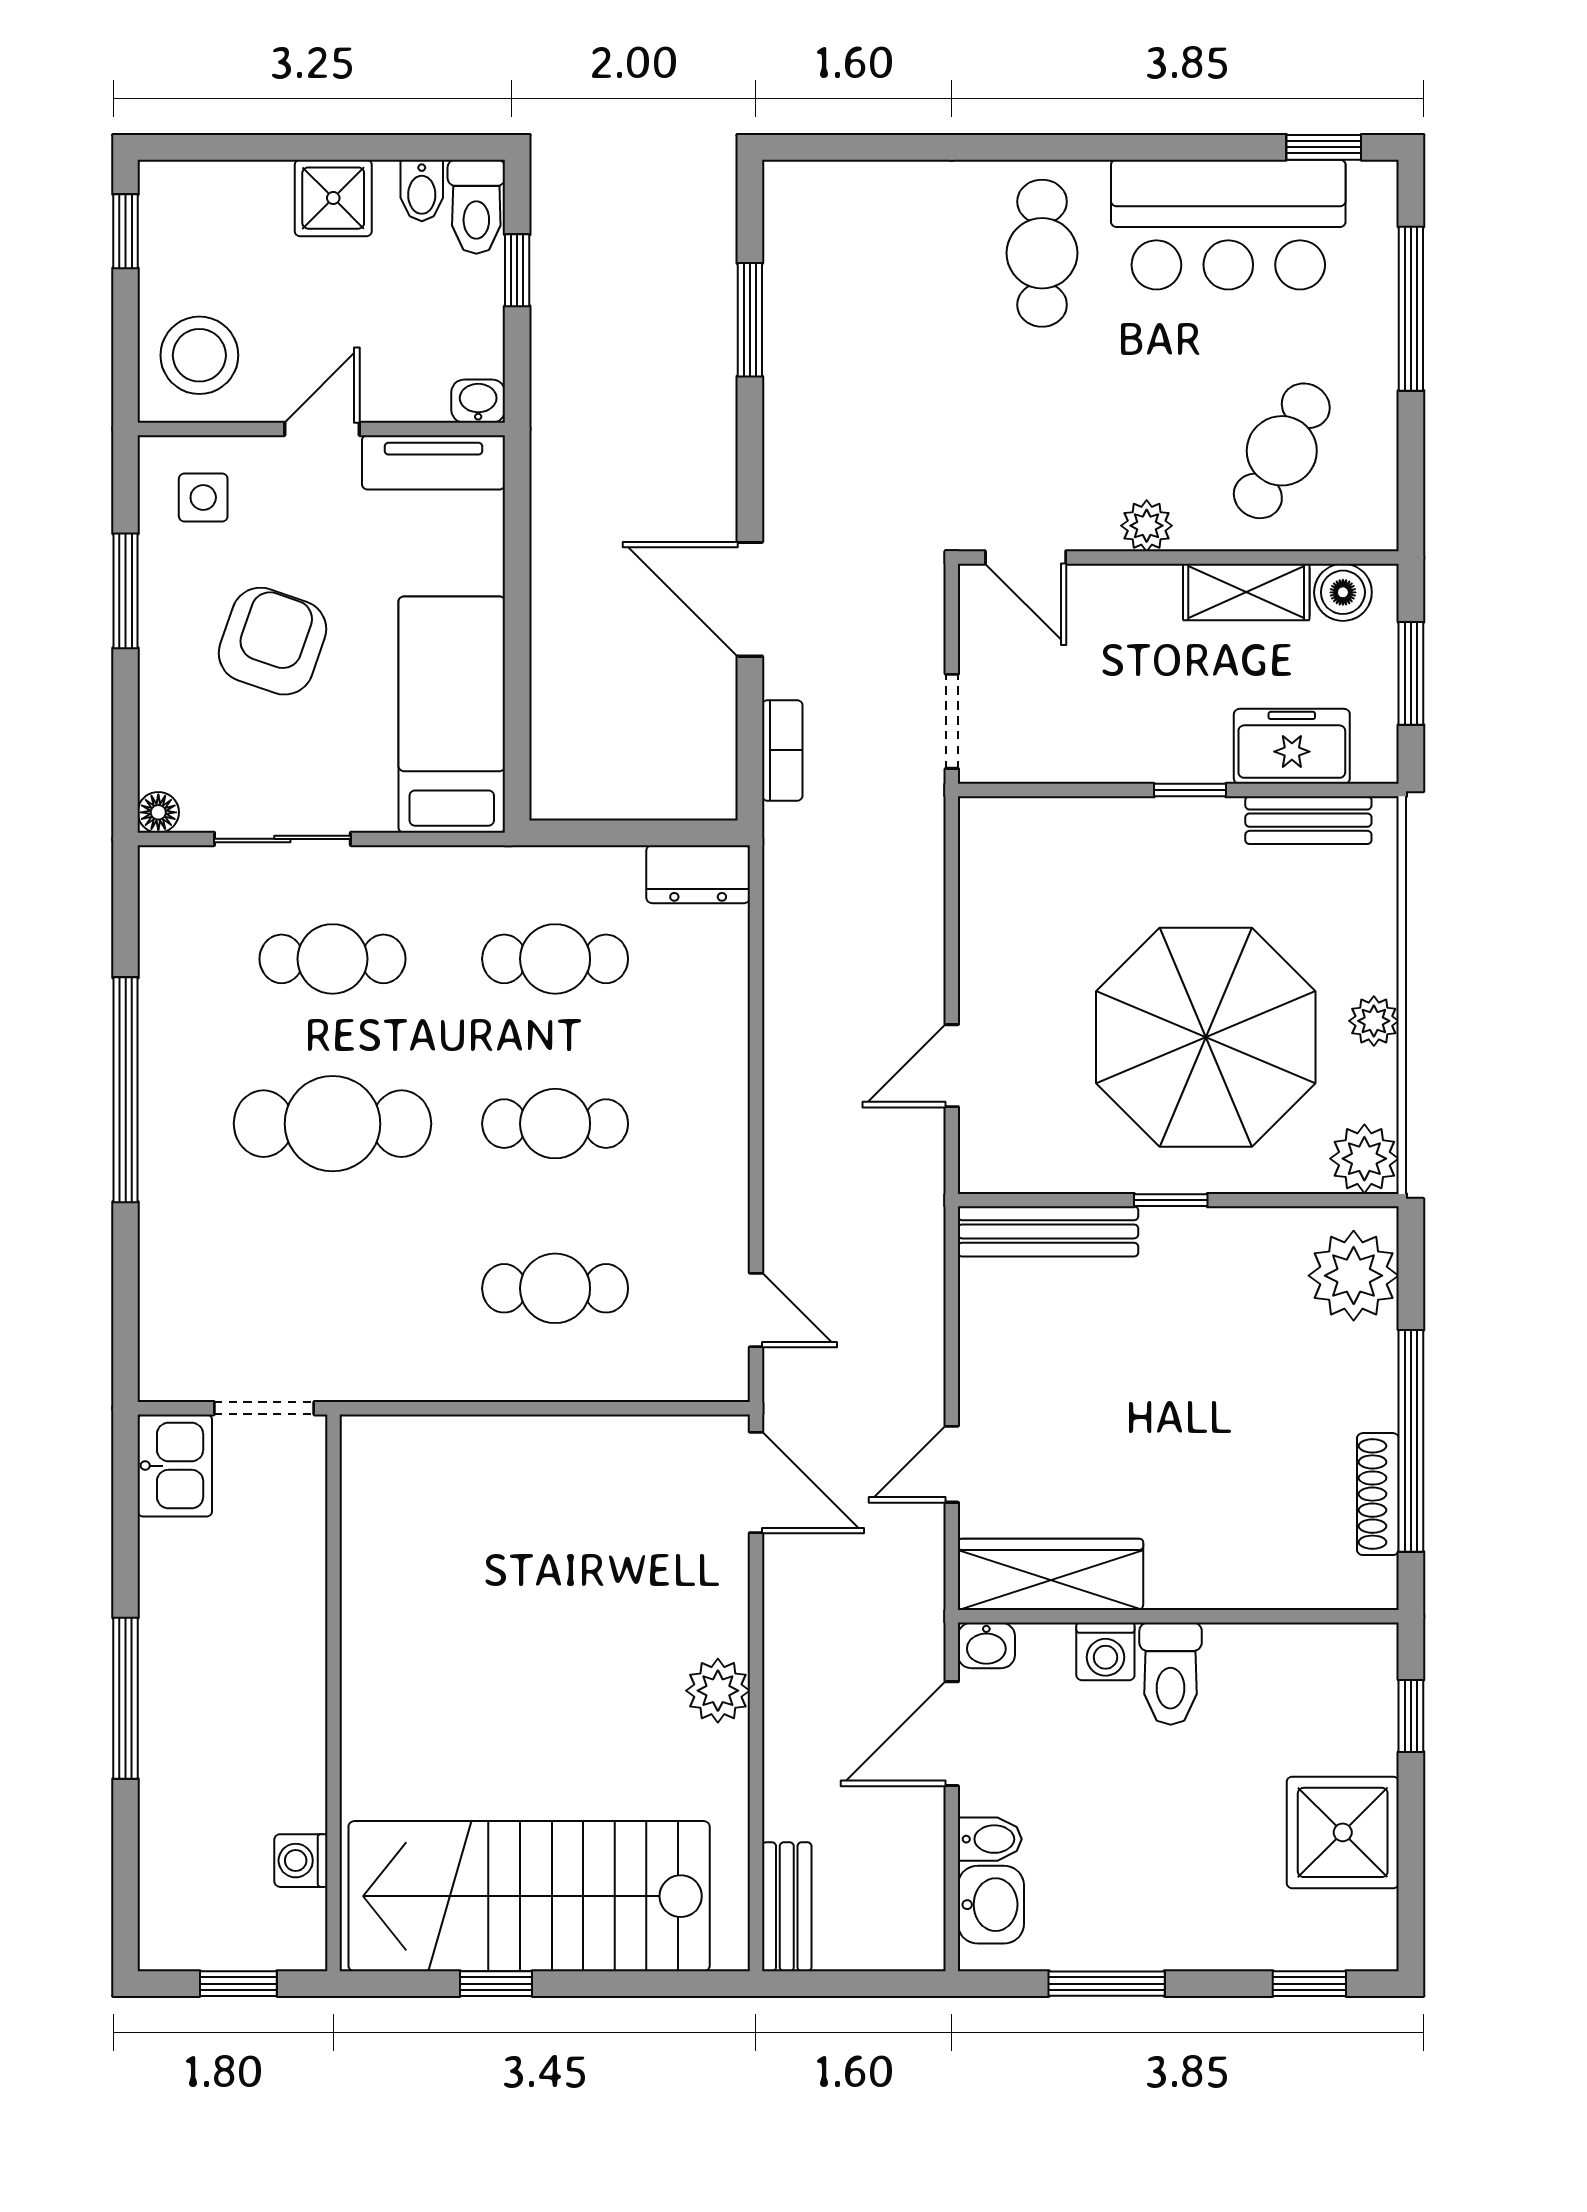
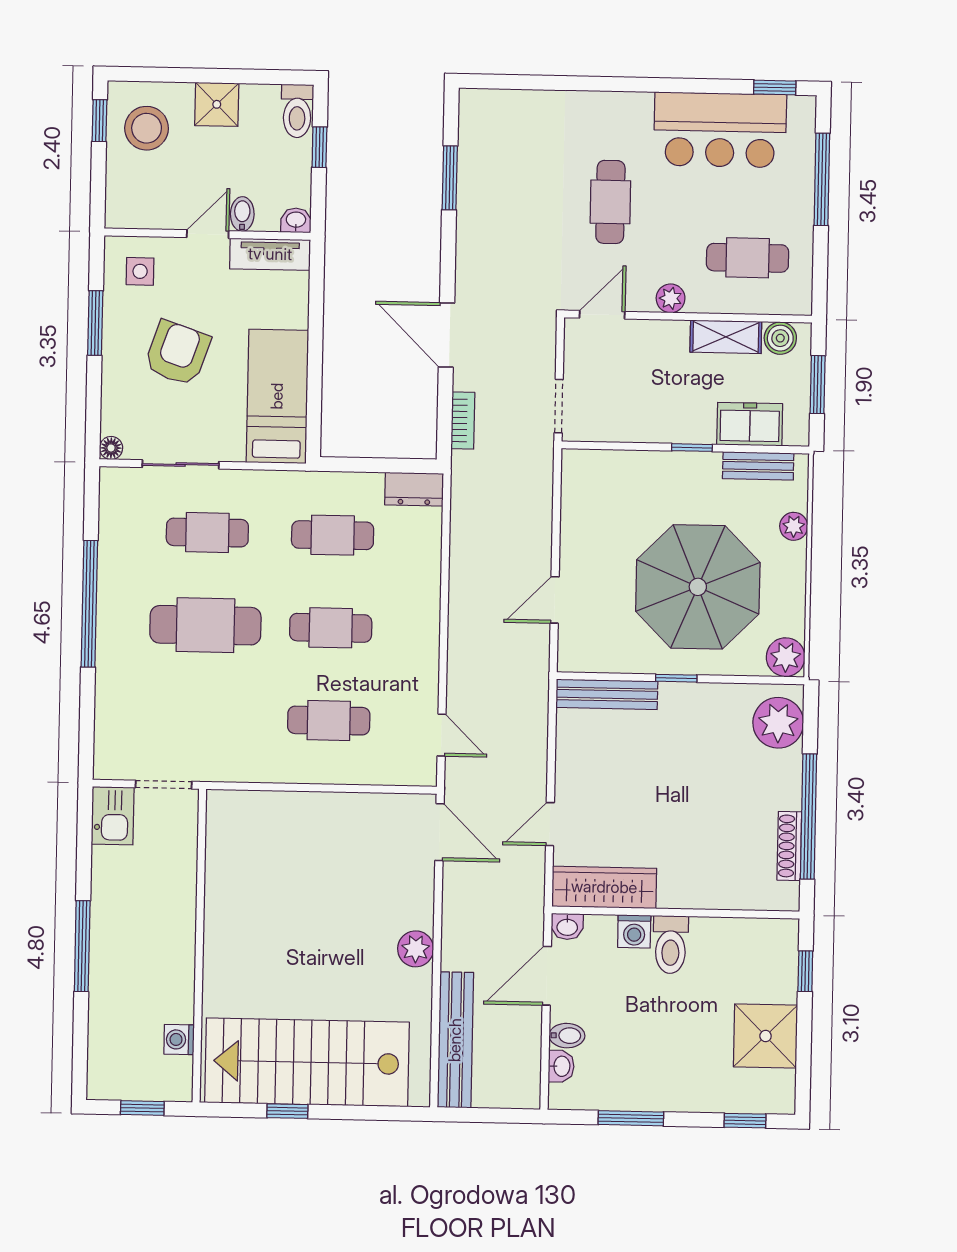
bidet: (422, 190) -> (242, 214), moved, turned 180
cafe table: (1042, 253) -> (610, 202), moved
stool: (199, 355) -> (147, 128), moved
cafe table: (1282, 451) -> (748, 258), turned 62
door: (1026, 557) -> (602, 315), swing flipped
plant: (1374, 1021) -> (794, 526), moved
washbasin: (991, 1905) -> (561, 1066), width x0.72, depth x0.69
bench: (787, 1907) -> (455, 1040), width x1.86, depth x1.21

